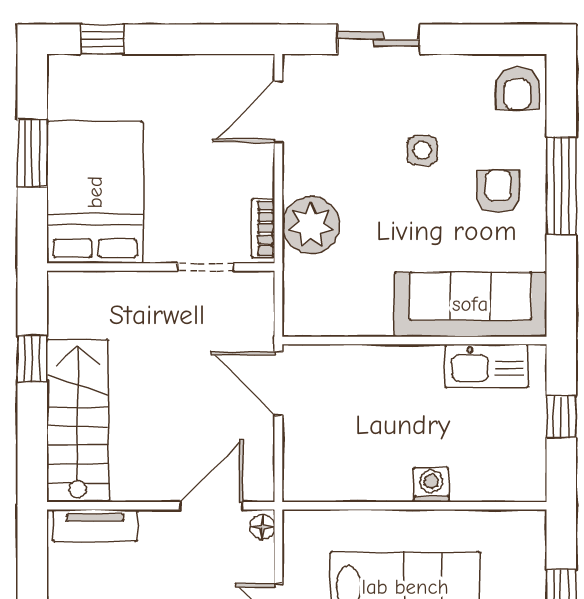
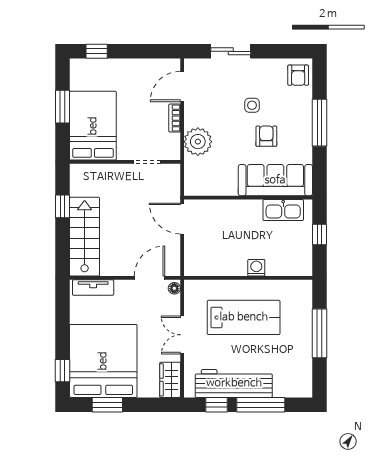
armchair: (498, 192) -> (266, 136), moved
bookcase: (263, 228) -> (175, 118), moved

